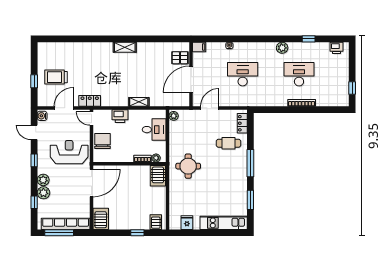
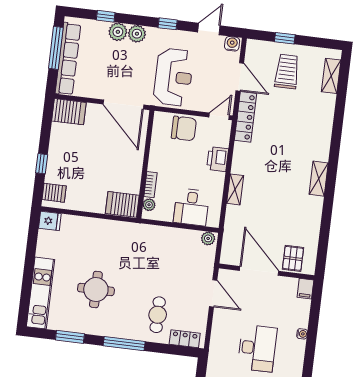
shelving: (55, 47) -> (331, 76), added
locker: (90, 101) -> (246, 117), width x1.53
round table: (188, 166) -> (96, 290), moved
fridge: (187, 223) -> (50, 221), moved

